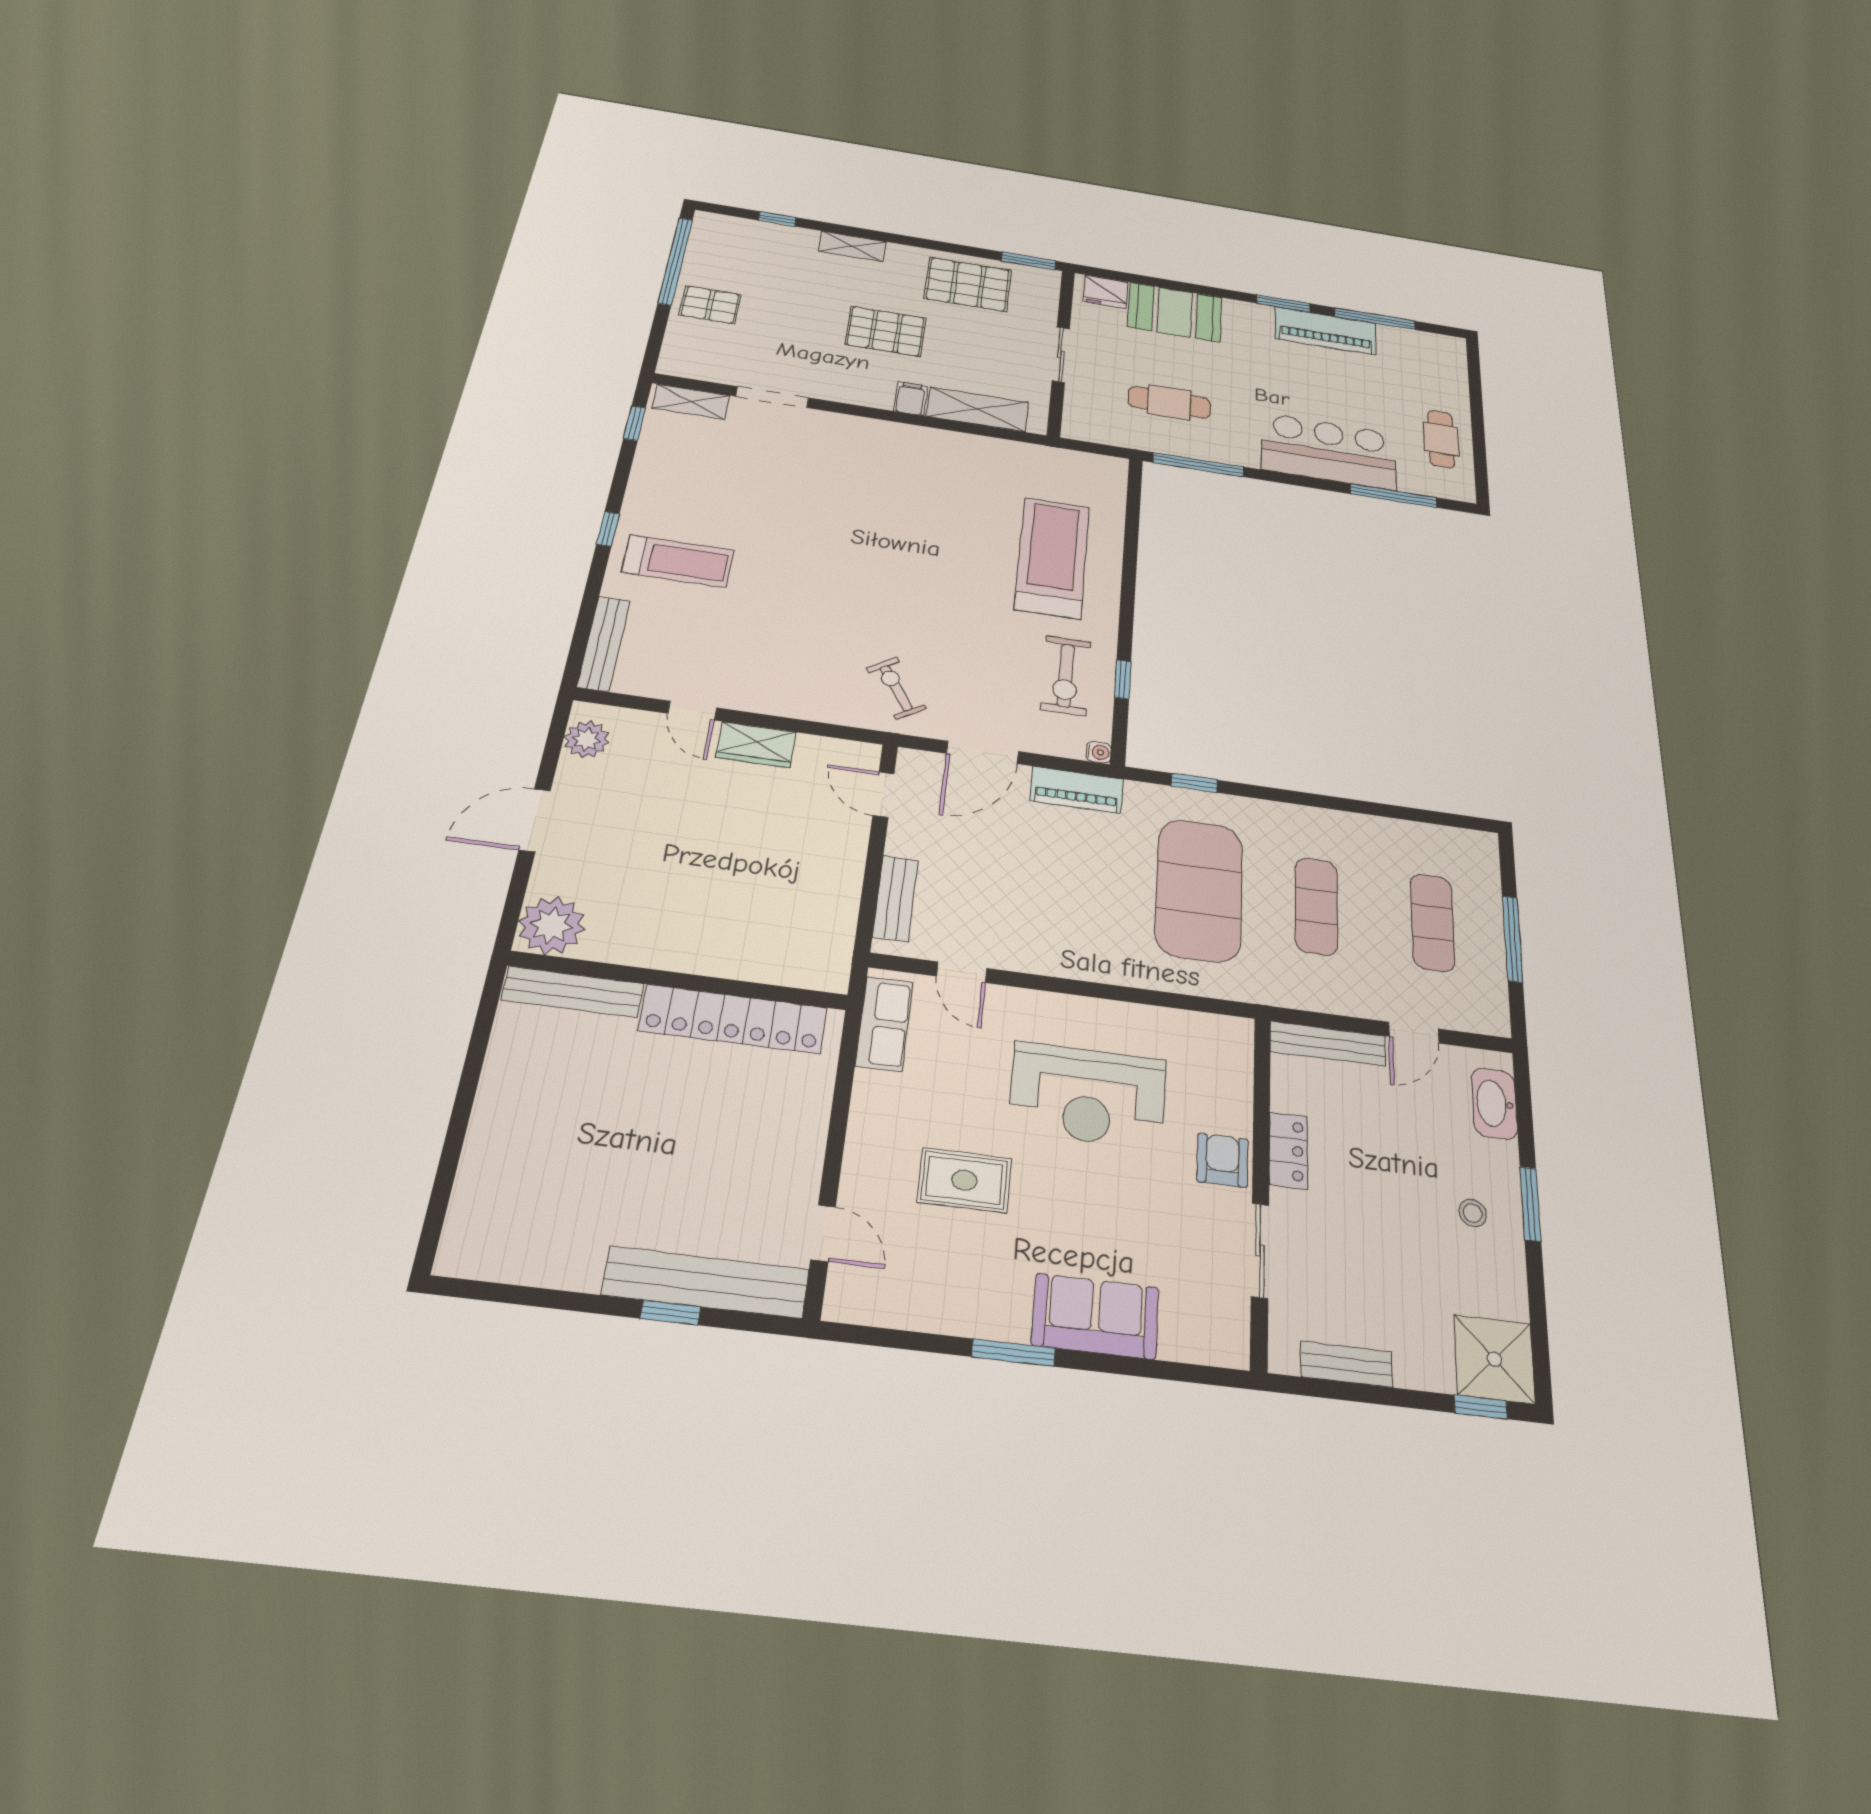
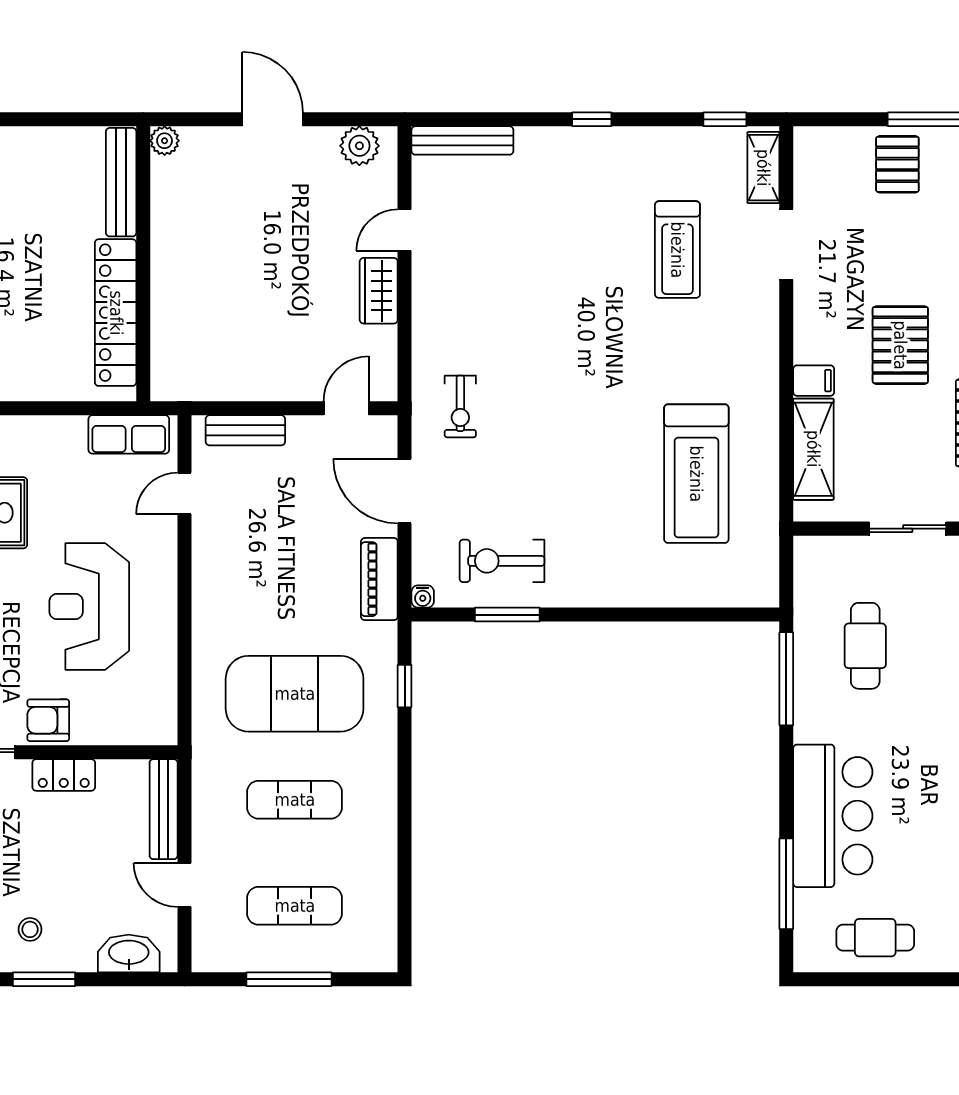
treadmill: (1052, 558) -> (696, 474), moved, turned 90
treadmill: (678, 561) -> (677, 250), moved
window: (1123, 679) -> (507, 615), width x1.50
exercise bike: (896, 688) -> (460, 406), turned 123
plant: (552, 925) -> (165, 141), width x0.53, depth x0.53
armchair: (1223, 1160) -> (48, 720), turned 180

